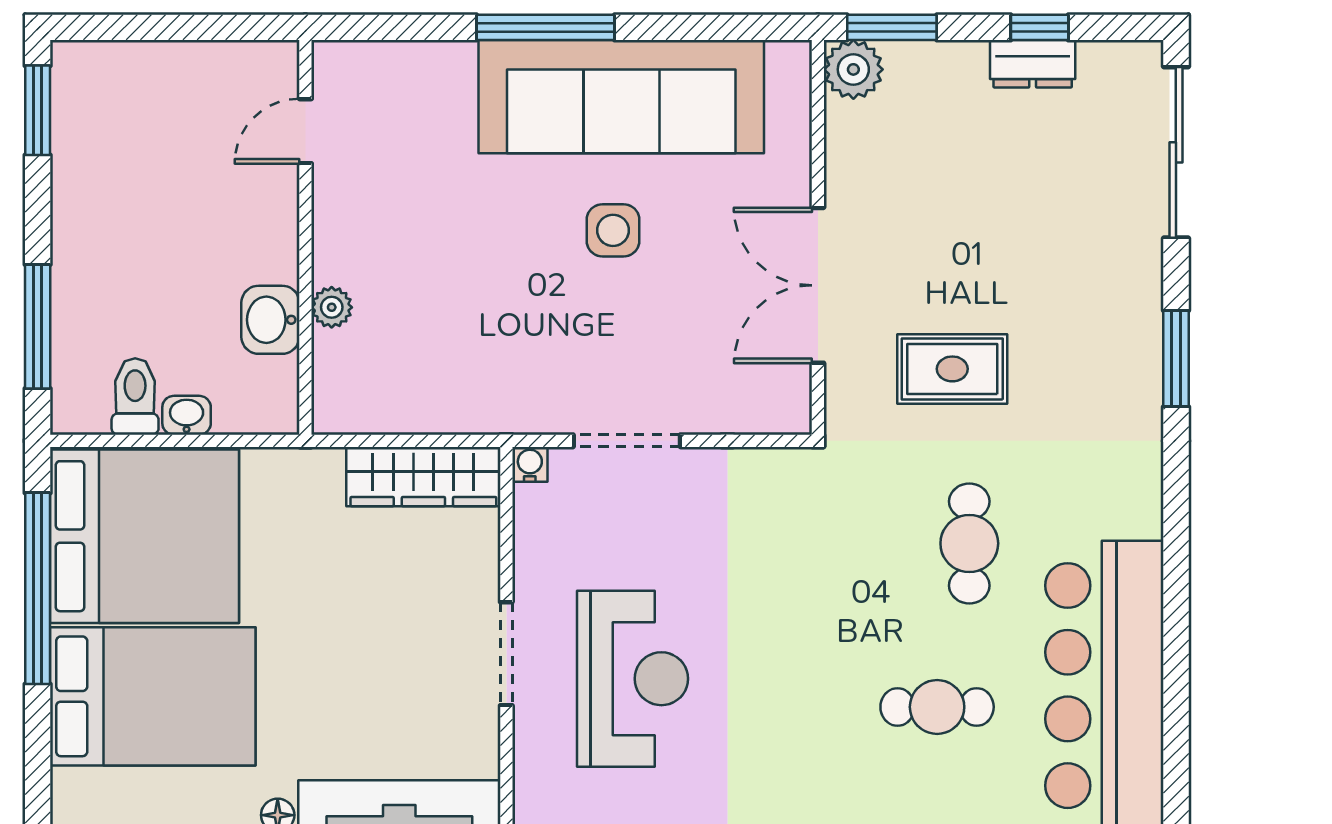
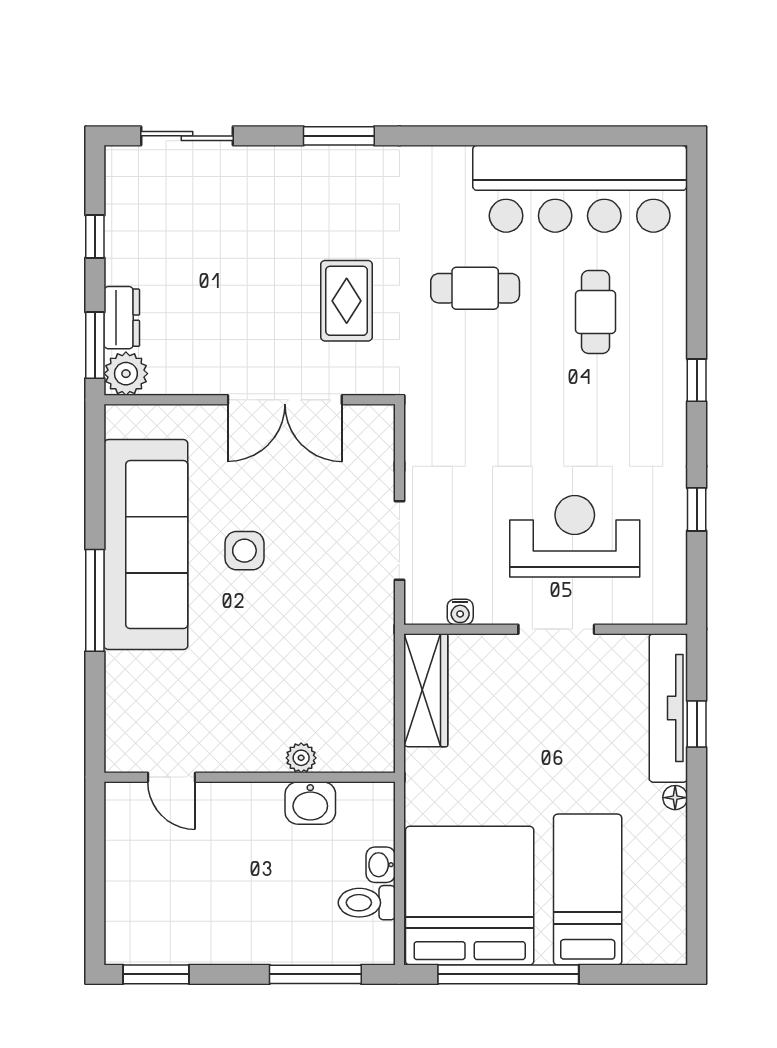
dresser: (1033, 64) -> (122, 318), moved
sliding door: (1176, 152) -> (187, 136), width x0.73
water cooler: (530, 464) -> (460, 612), moved, turned -90
bed: (153, 696) -> (588, 890), width x0.67

